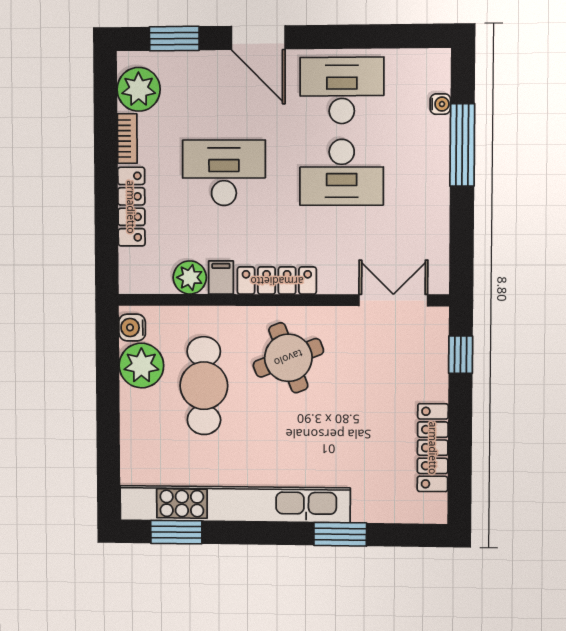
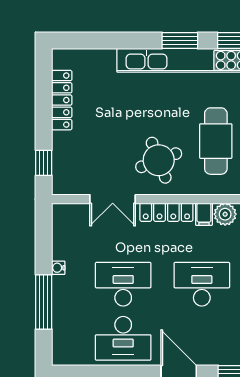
water cooler: (440, 104) -> (58, 268), moved
desk: (224, 173) -> (202, 284), turned 180
double door: (393, 300) -> (113, 199), moved
window: (340, 534) -> (180, 41), moved

